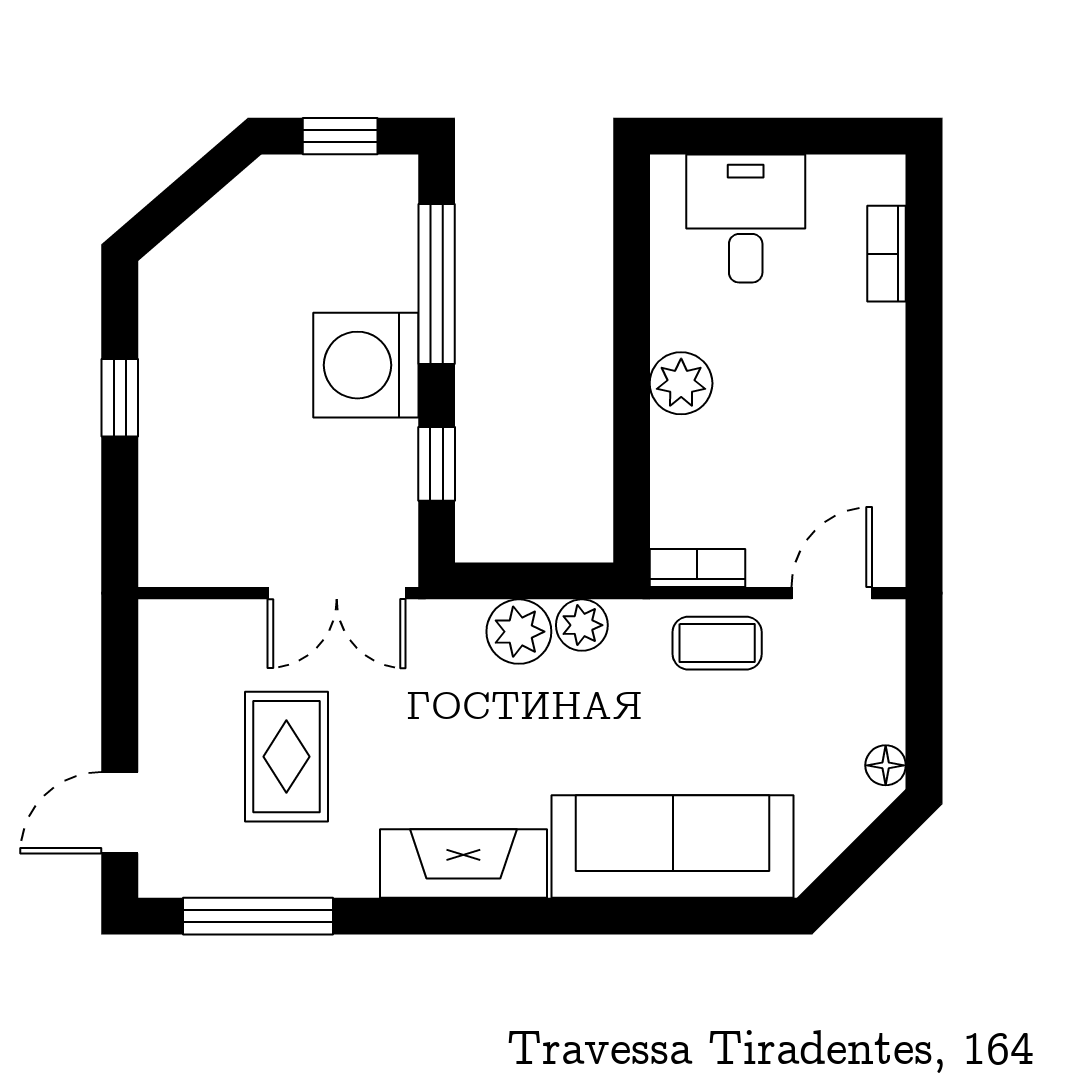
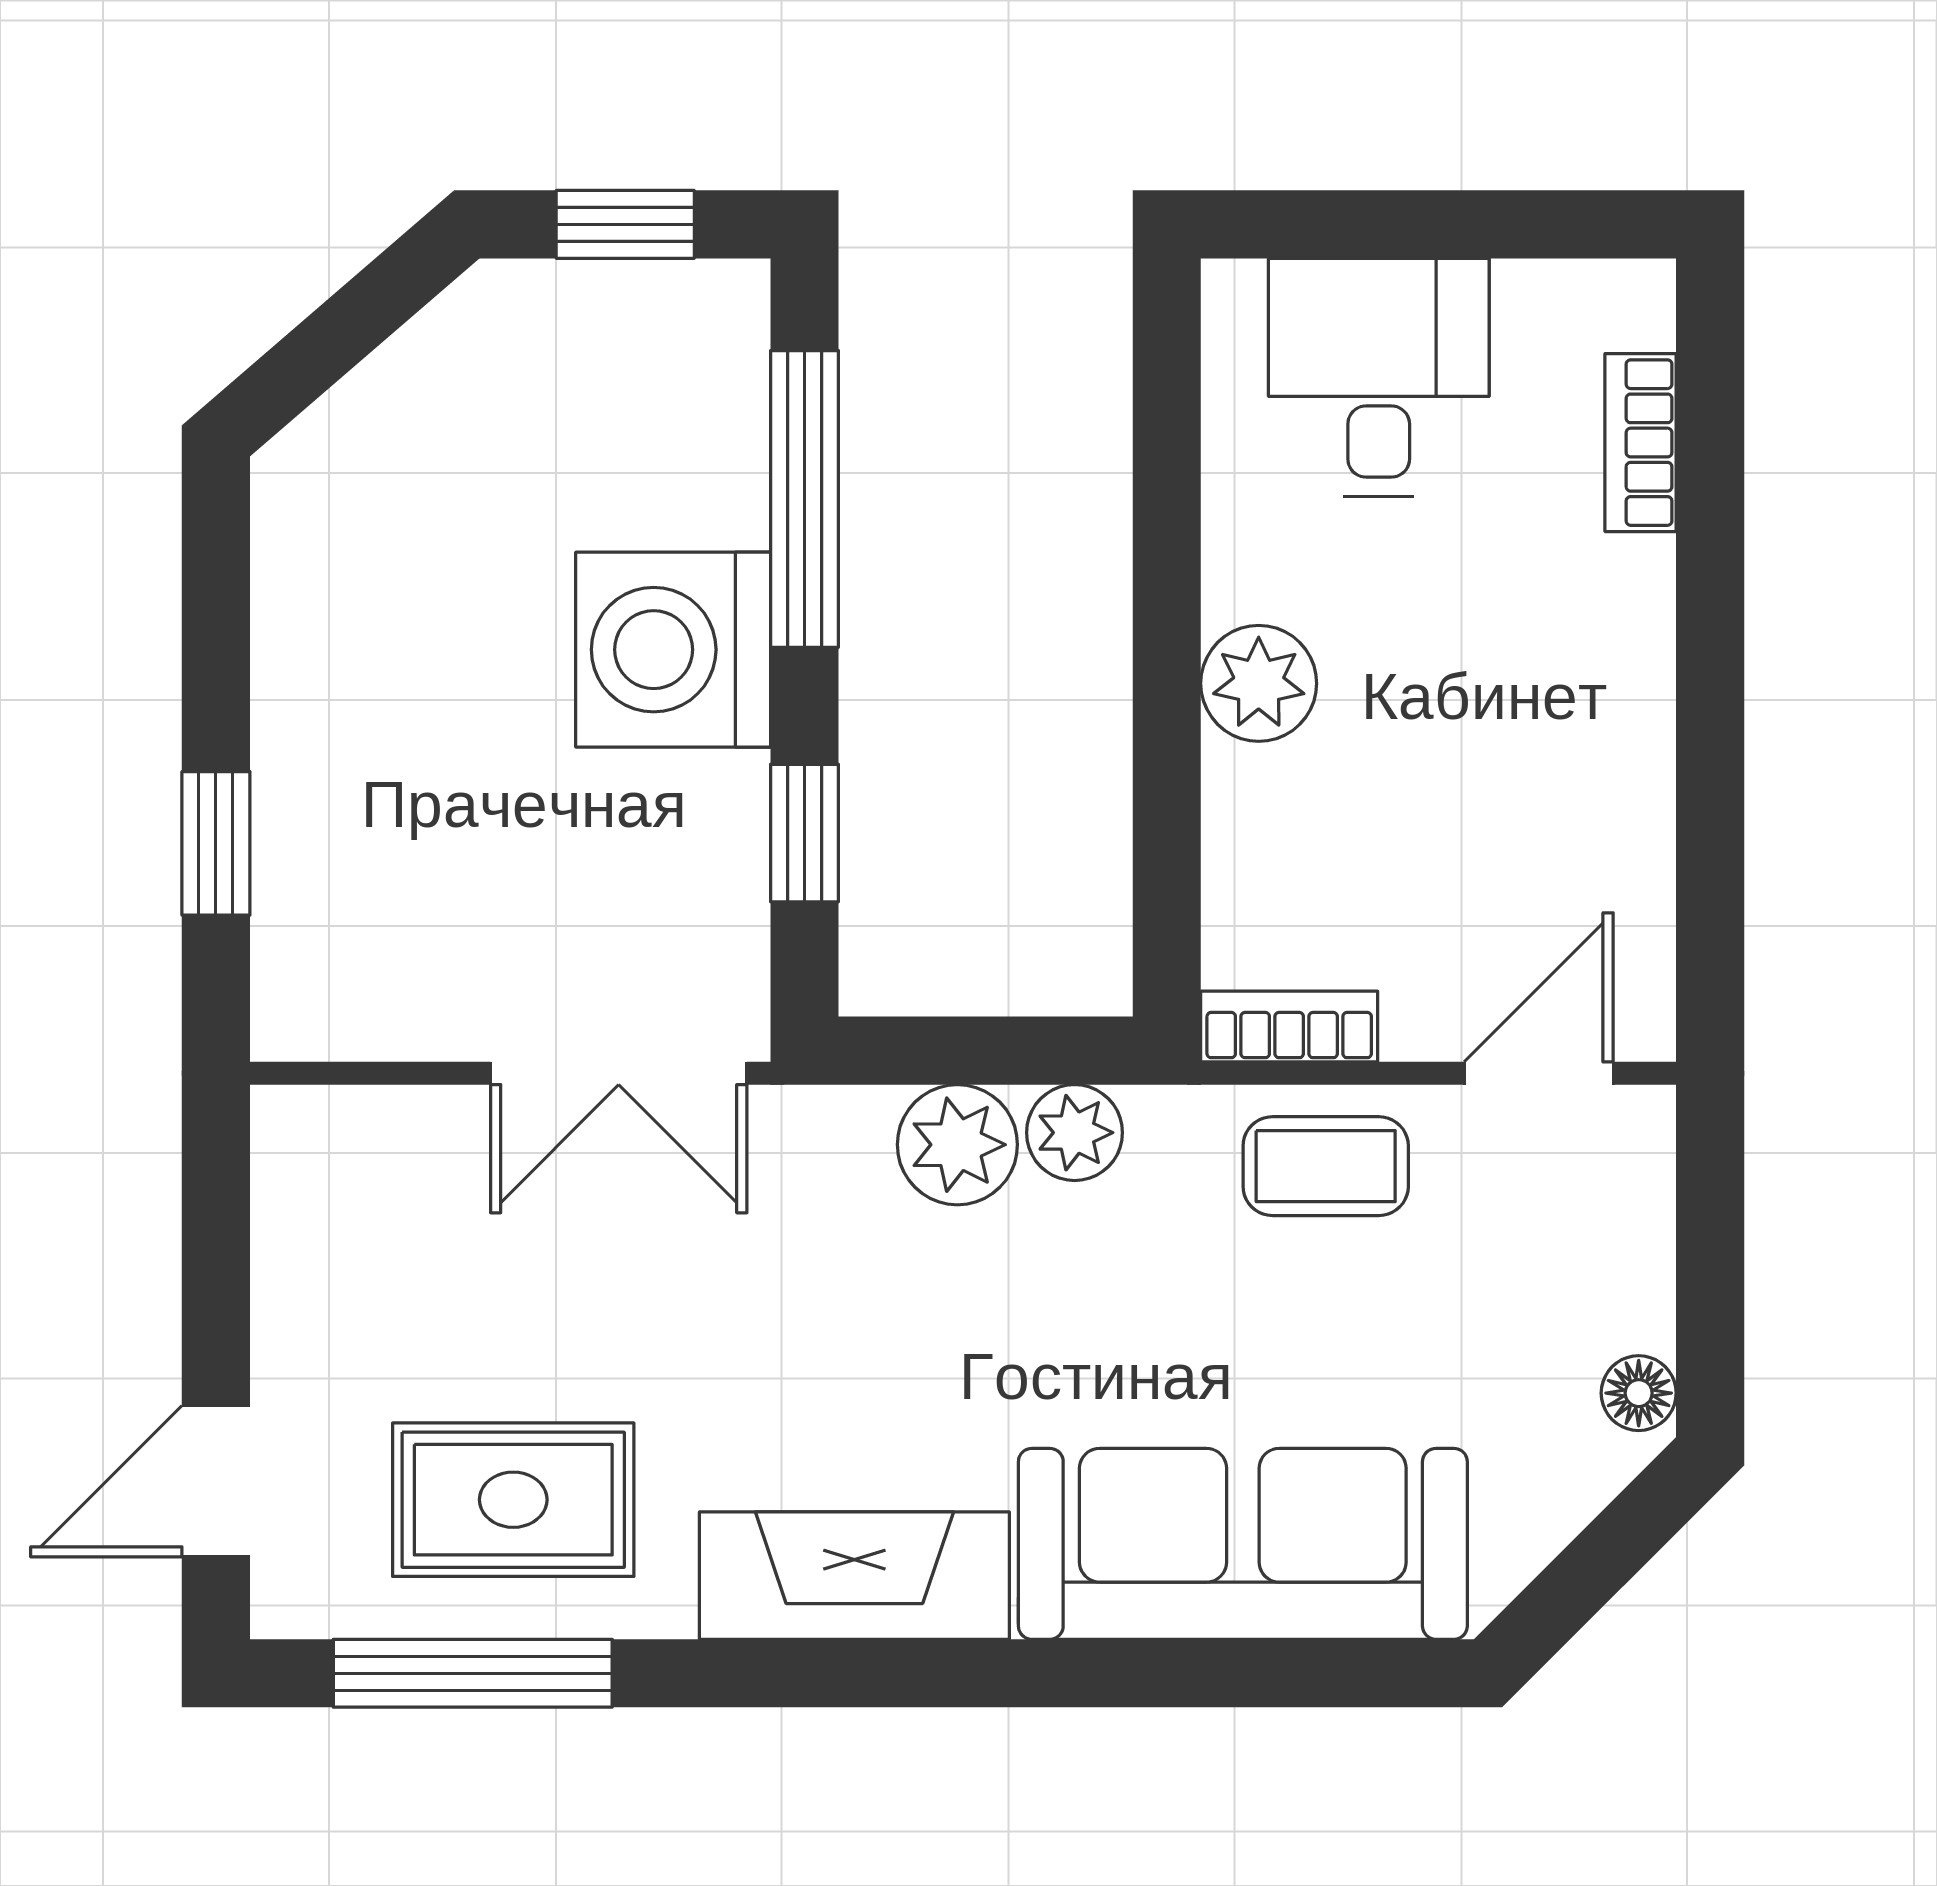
window: (120, 398) -> (216, 843), moved
rug: (286, 757) -> (513, 1500), moved, turned 90

